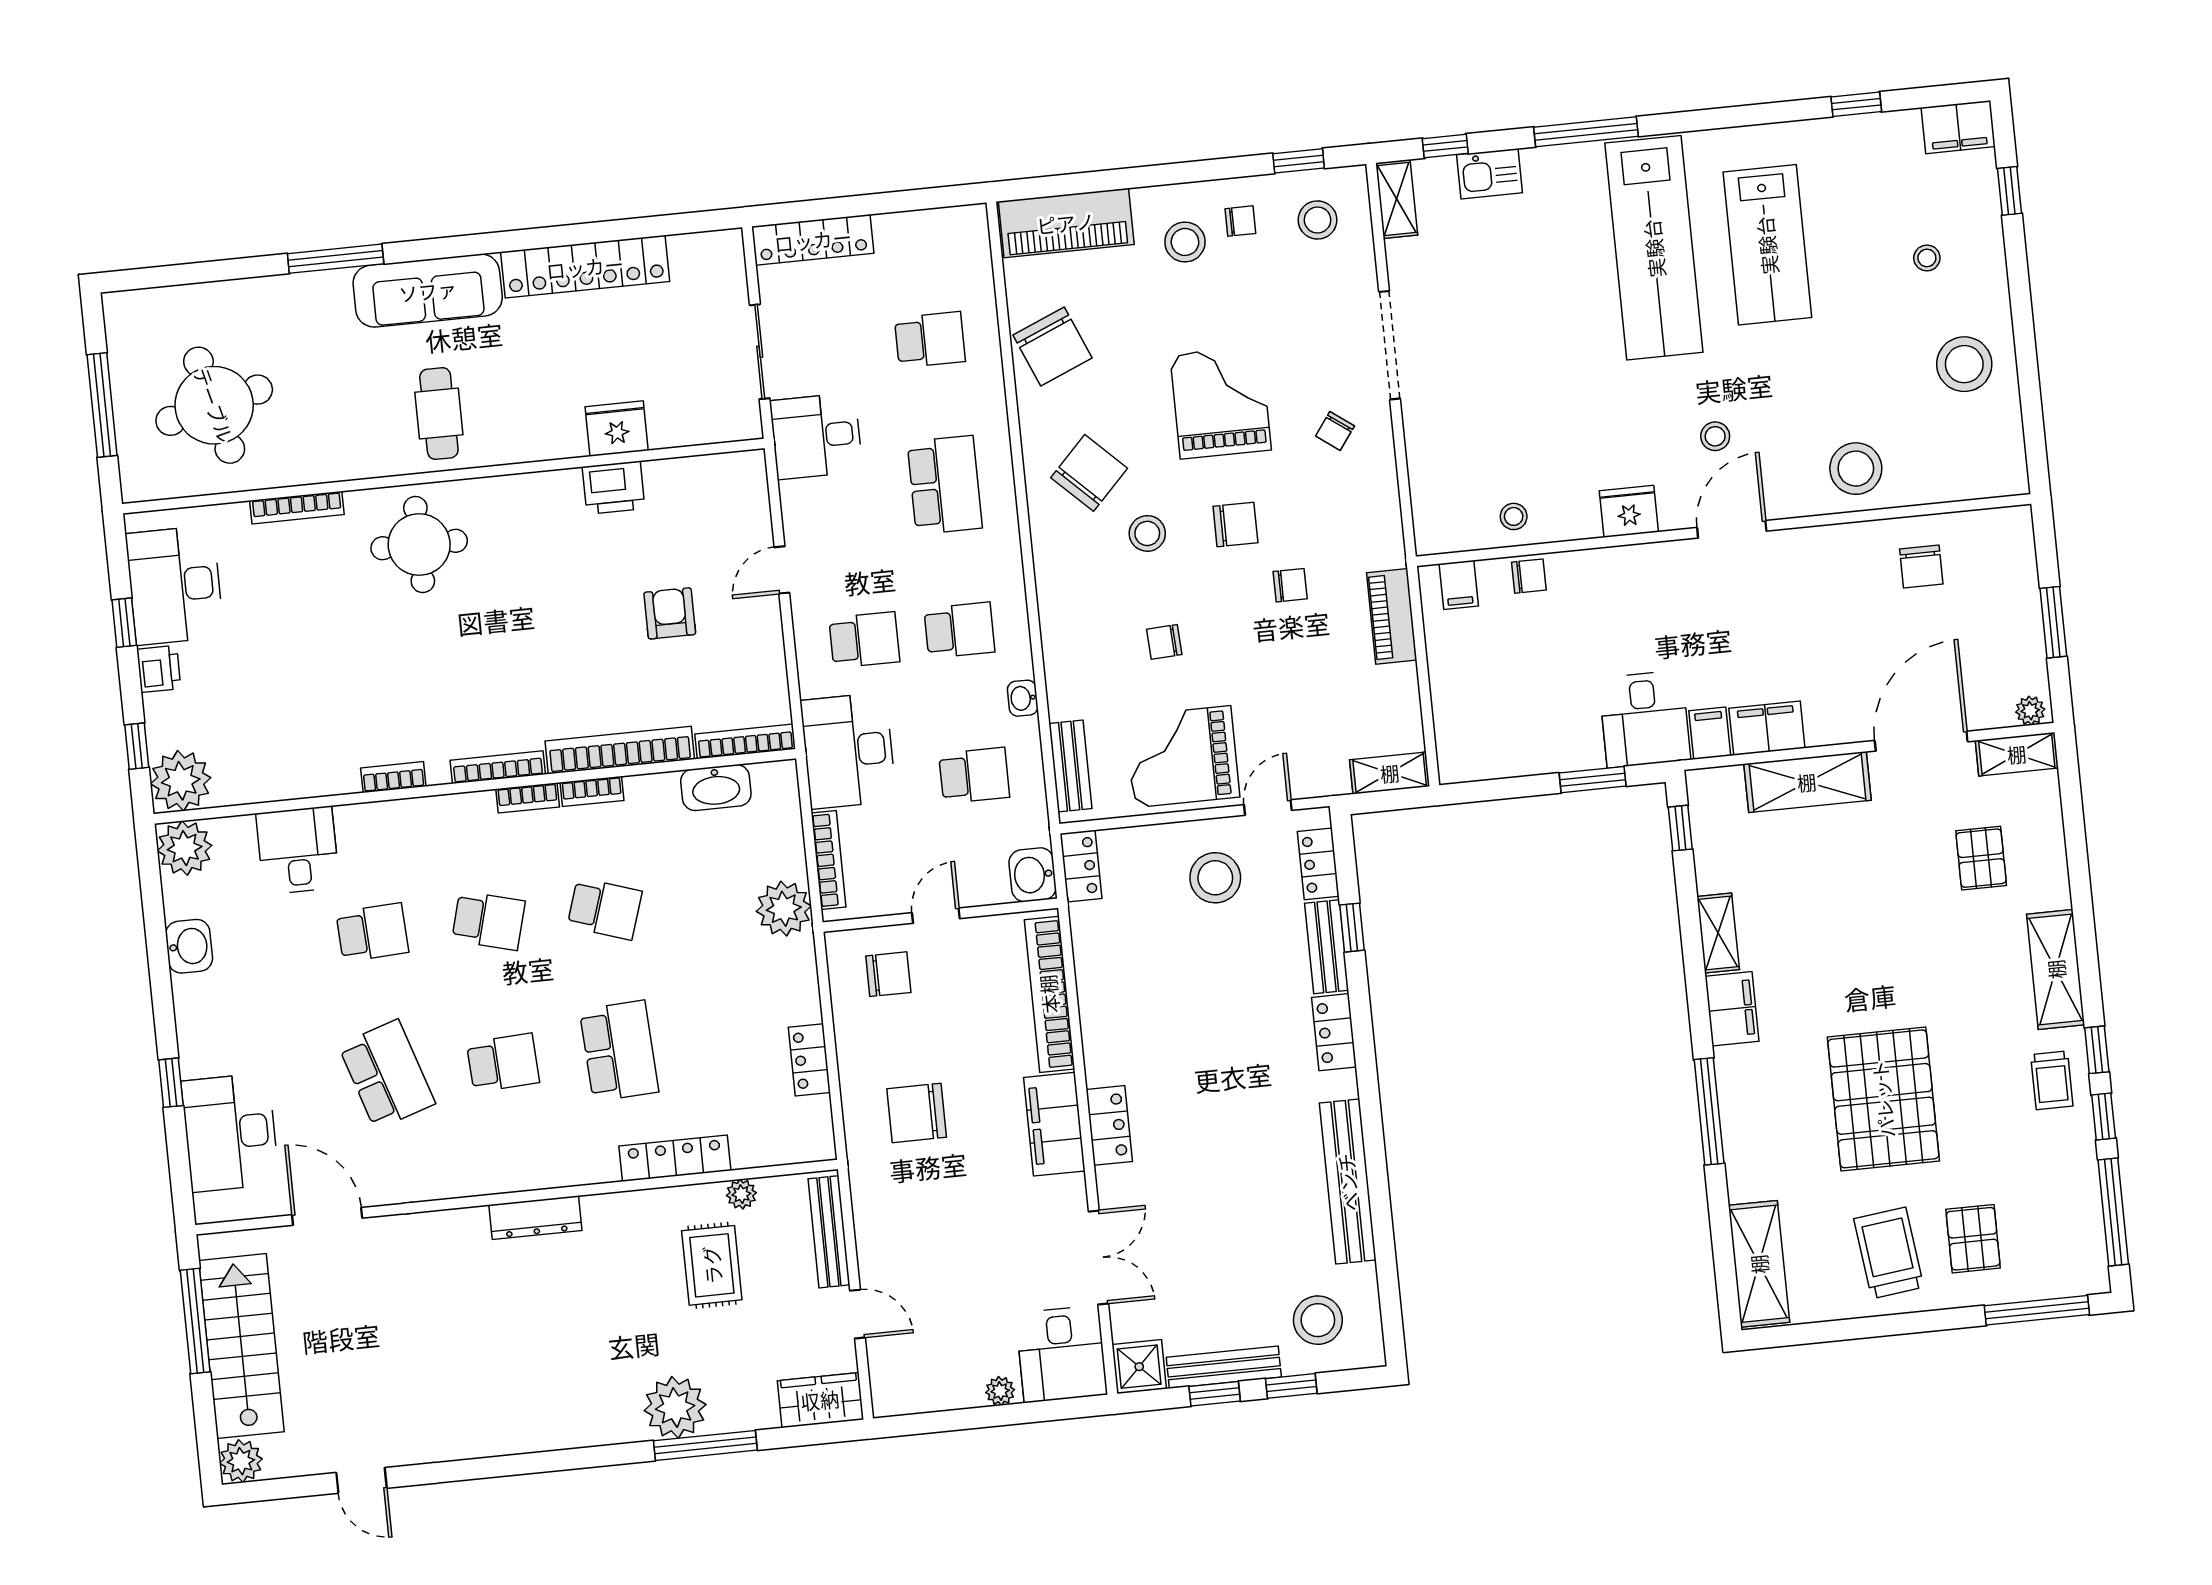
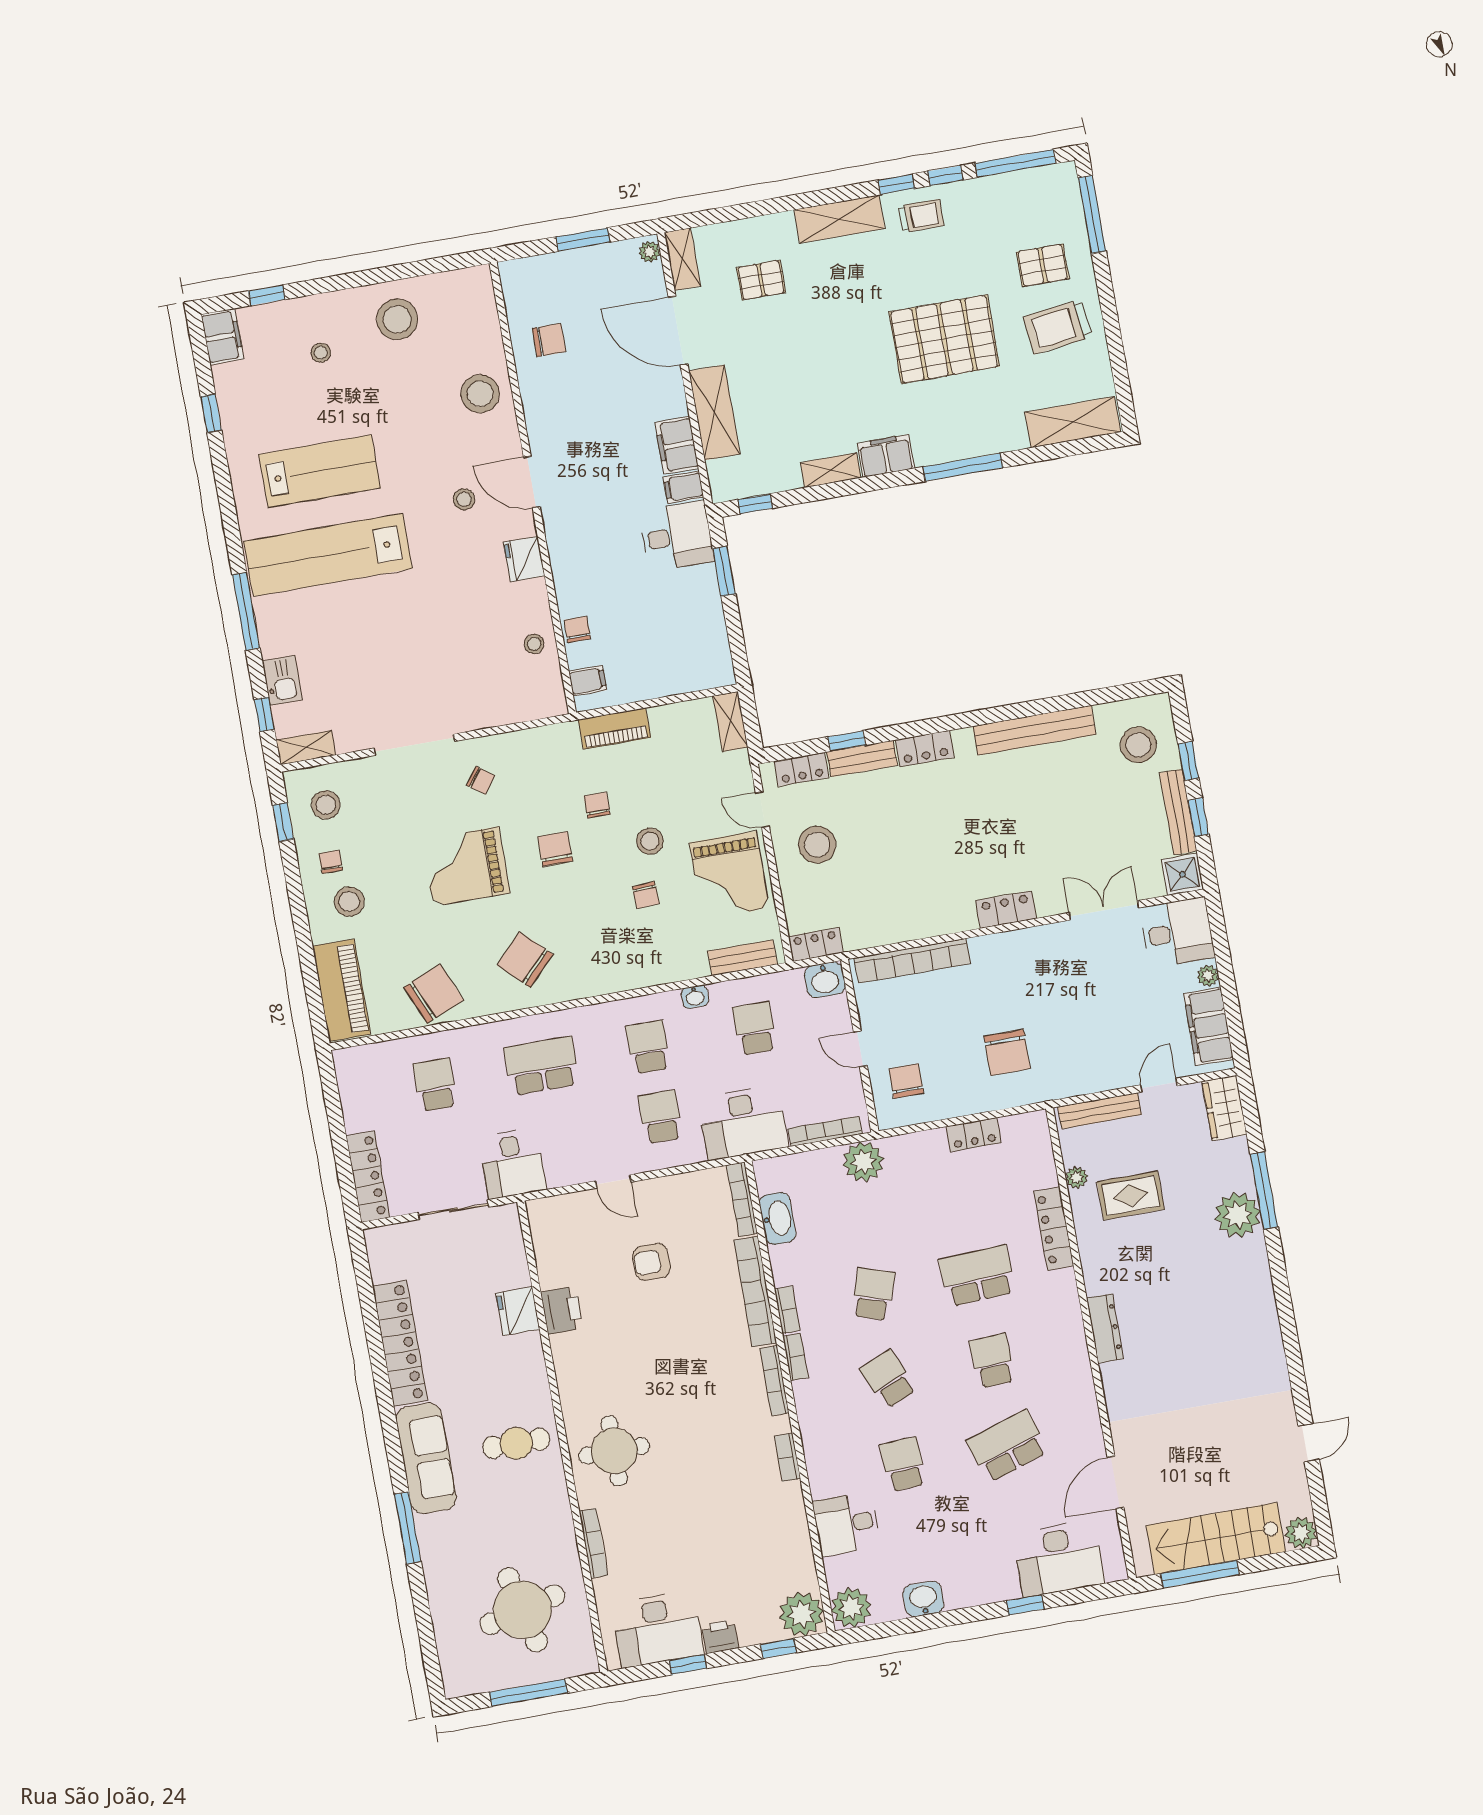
lab bench: (1654, 248) -> (328, 555), turned 180
stool: (1147, 533) -> (650, 841), moved
school desk: (489, 921) -> (888, 1379), turned -39
filing cabinet: (1054, 1124) -> (1208, 1026), moved, turned 90

